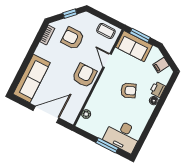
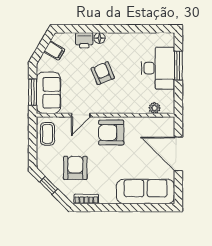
armchair: (73, 38) -> (75, 168), turned 180
desk: (122, 136) -> (158, 68), moved

